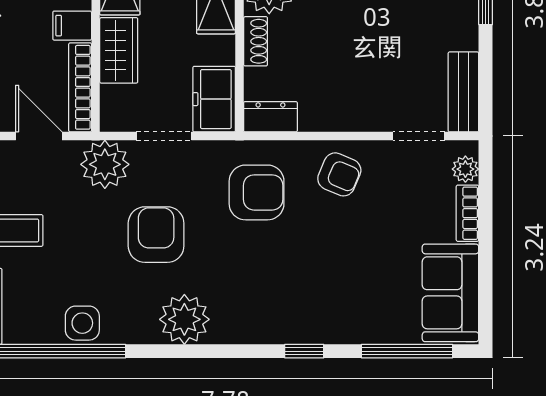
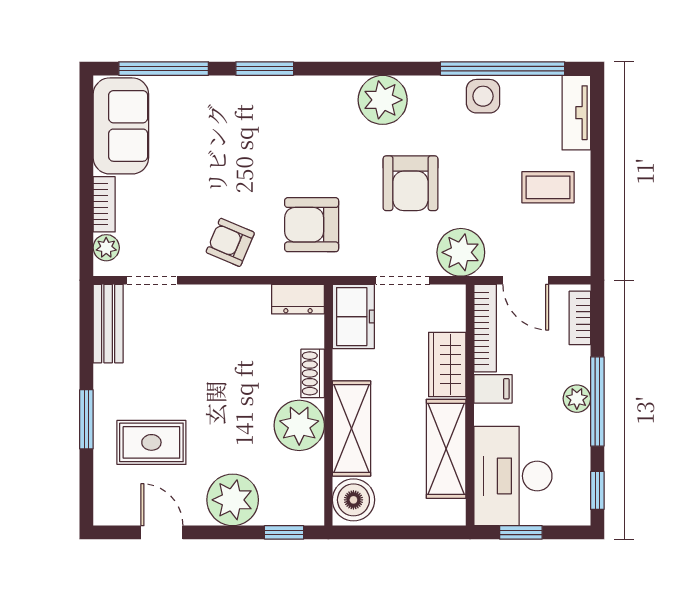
window: (304, 351) -> (265, 69), width x1.50

